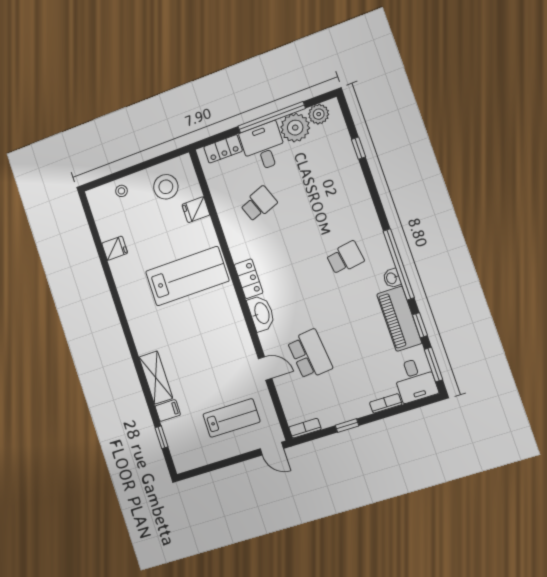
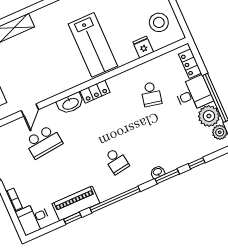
school desk: (259, 204) -> (151, 94), turned 33
washbasin: (392, 278) -> (158, 172), moved
window: (434, 365) -> (167, 176), moved

